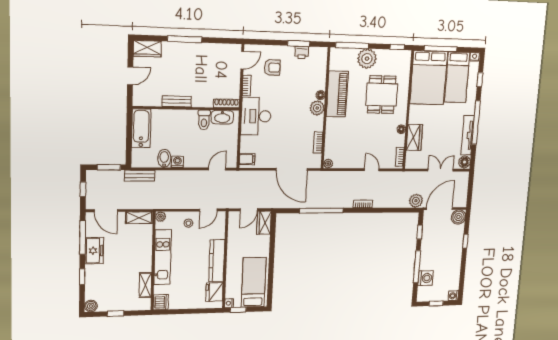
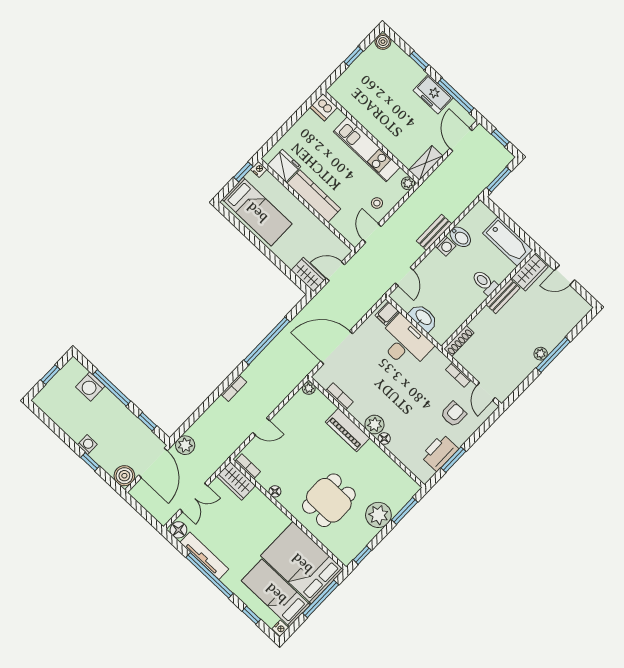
window: (352, 45) -> (405, 511), width x0.69
plant: (191, 48) -> (541, 354), added
wardrobe: (147, 49) -> (530, 272), moved, turned 180
printer: (302, 52) -> (440, 453), width x1.87, depth x1.48
armchair: (272, 68) -> (453, 414), turned 180
door: (130, 76) -> (565, 275), hinge flipped
piano: (337, 94) -> (348, 430), moved, width x0.73, depth x0.75
dining table: (382, 95) -> (329, 500), turned 90
desk: (256, 116) -> (405, 343), moved
washbasin: (222, 117) -> (423, 318), moved, turned 90
toilet: (204, 120) -> (485, 282), moved
wardrobe: (414, 137) -> (236, 481), moved
bench: (140, 176) -> (434, 232), moved
door: (249, 210) -> (335, 271), hinge flipped
door: (106, 211) -> (461, 139), hinge flipped
shelving: (145, 285) -> (355, 109), removed
washing machine: (453, 296) -> (87, 445), moved

